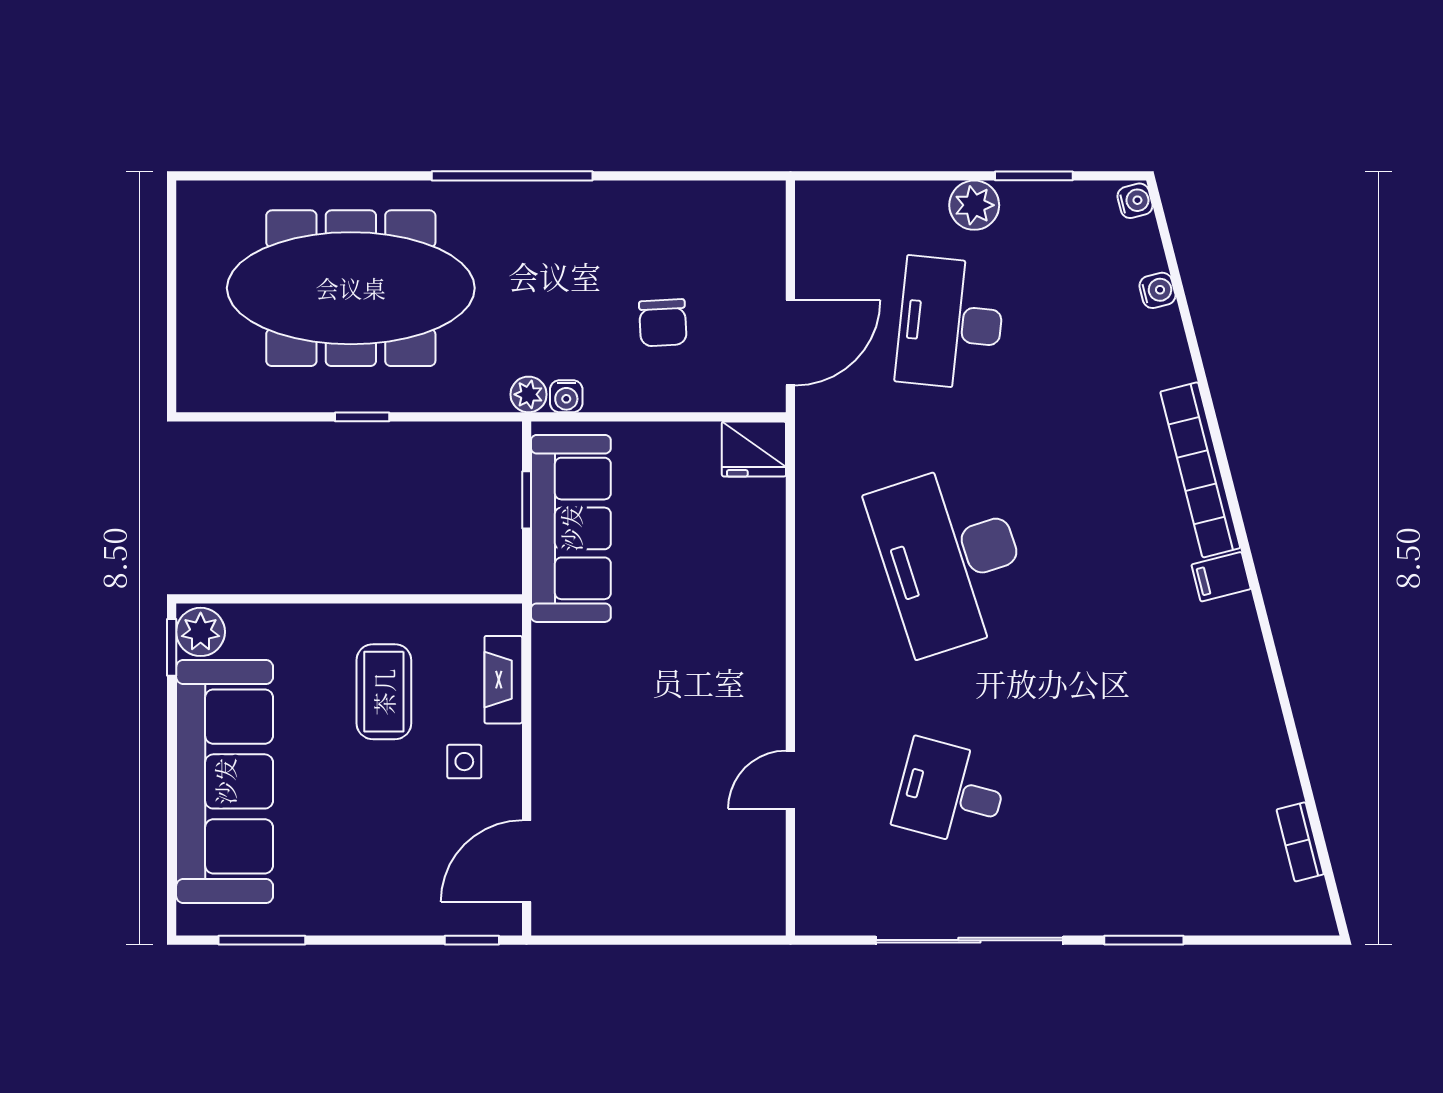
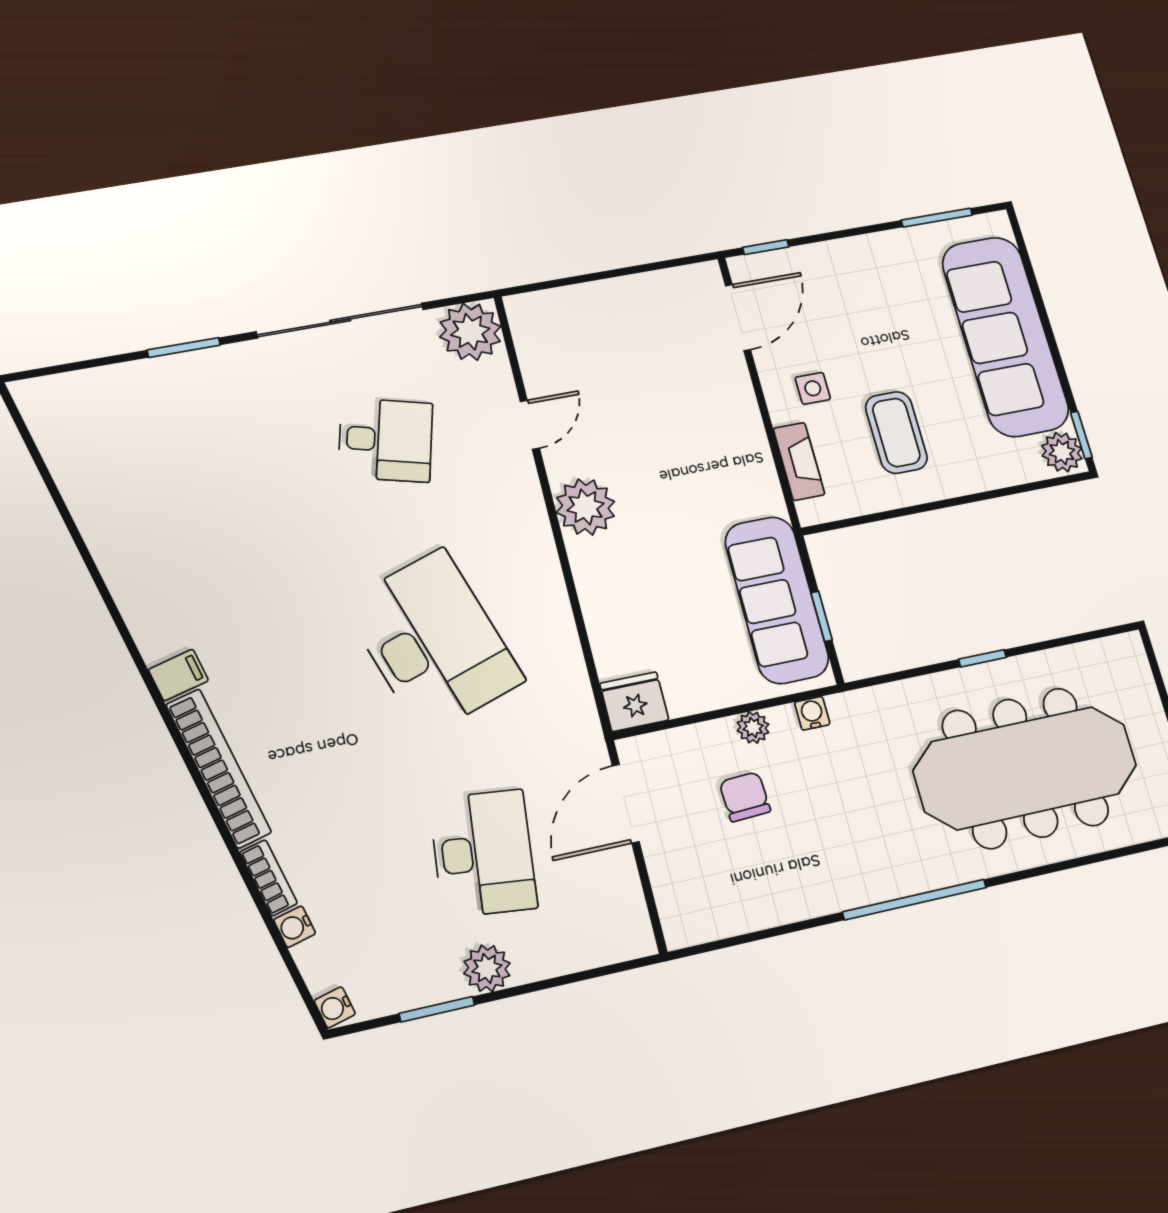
plant: (529, 394) -> (753, 727), moved
plant: (753, 674) -> (585, 507), added
bookcase: (1300, 842) -> (268, 878), moved
plant: (830, 900) -> (470, 332), added

